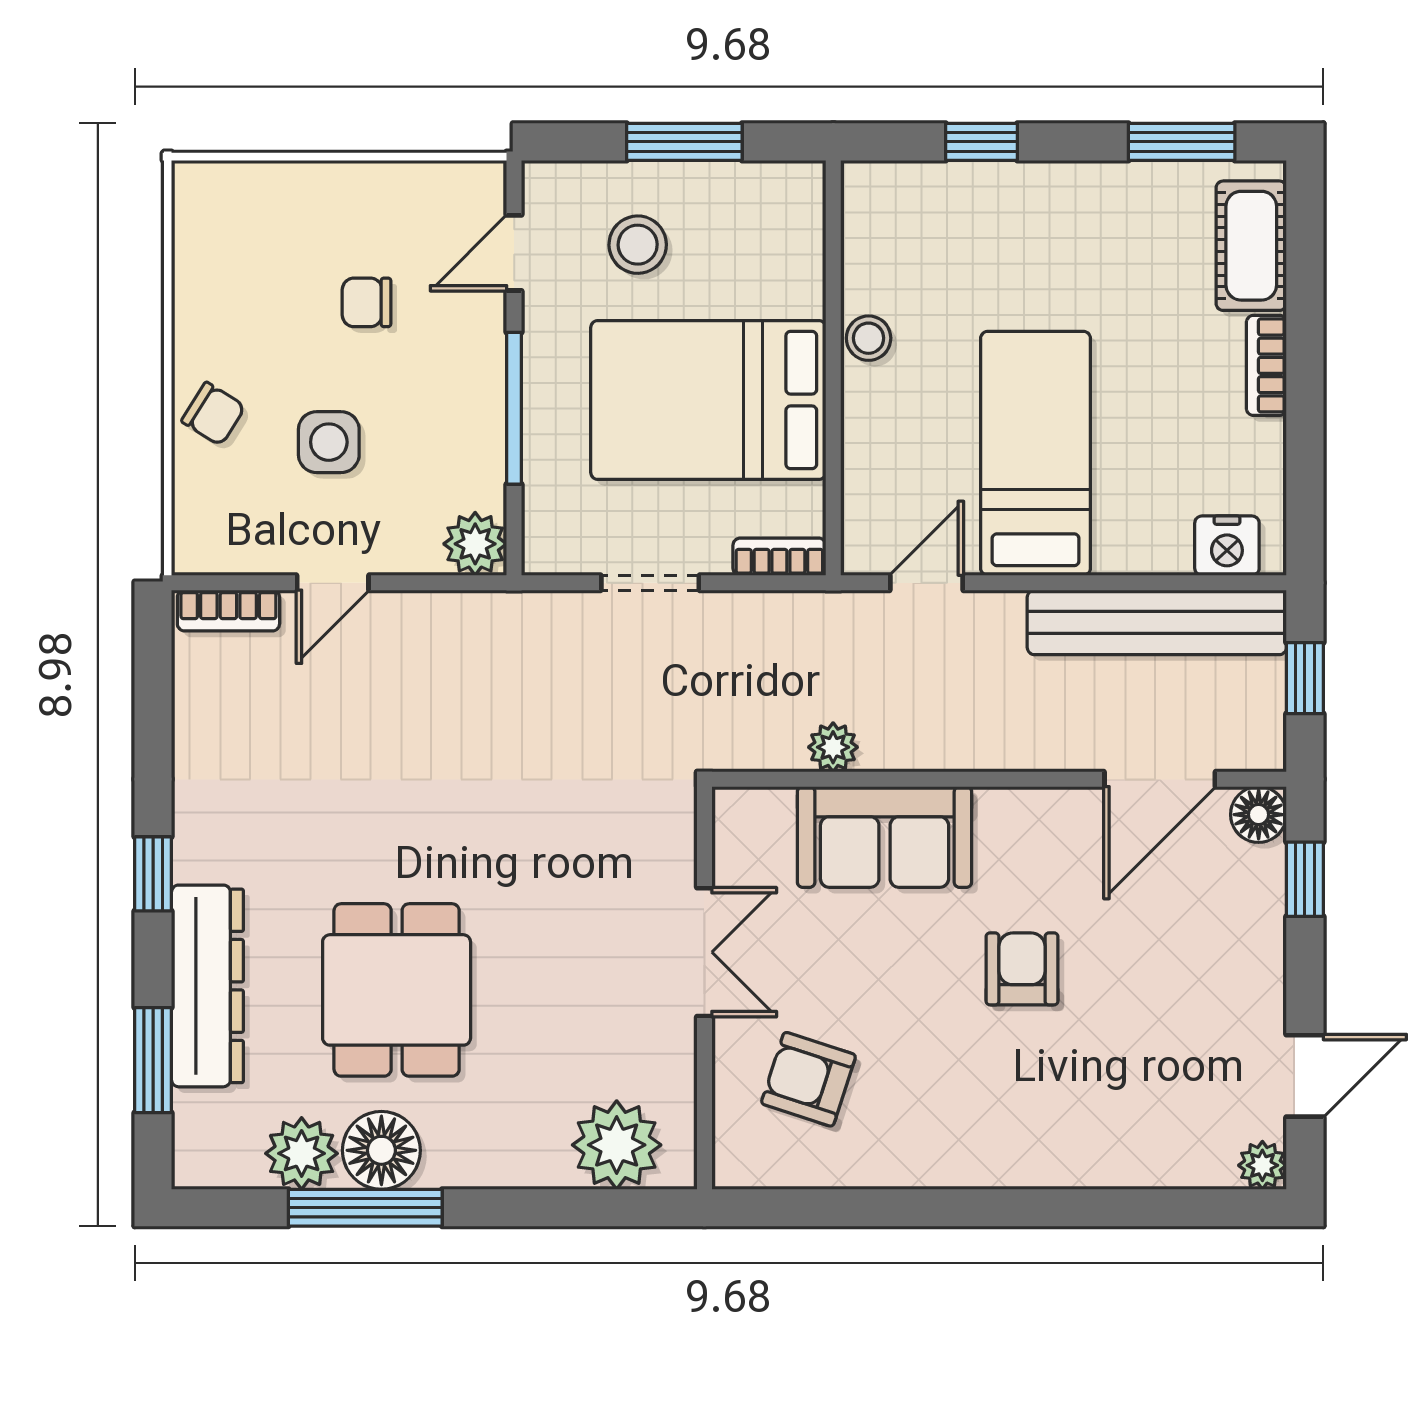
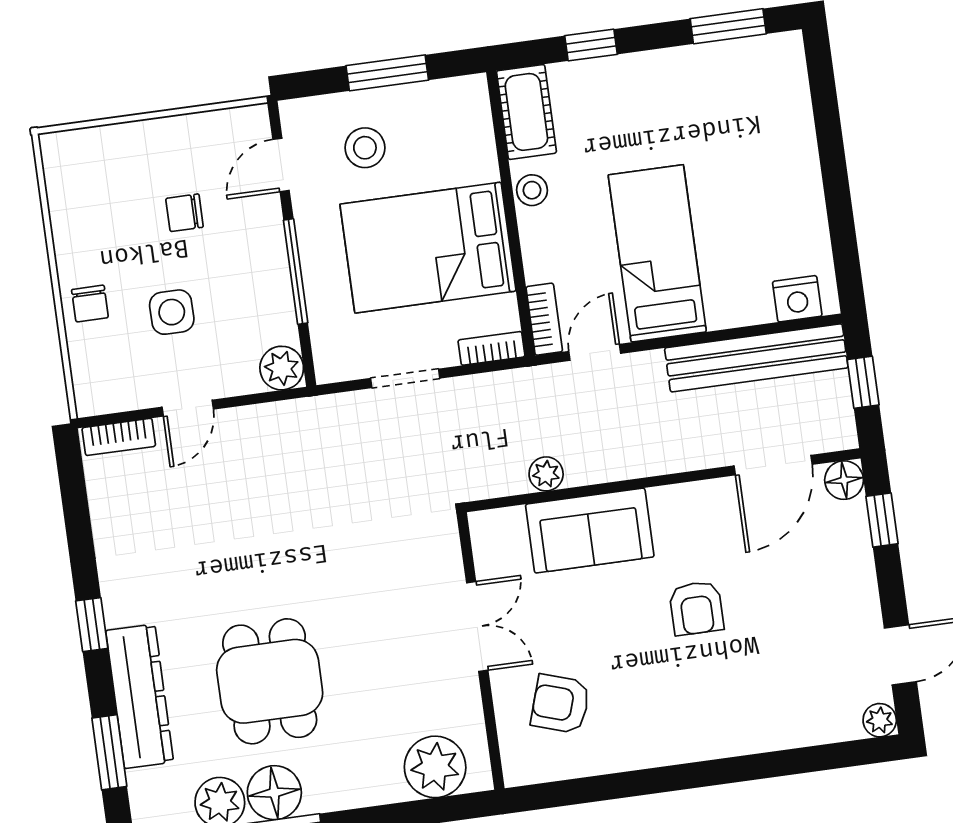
cot: (1251, 246) -> (526, 112), moved
bookcase: (1266, 365) -> (544, 319), moved, turned 180
chair: (213, 414) -> (90, 304), turned 58
armchair: (1022, 969) -> (696, 608), turned 180

